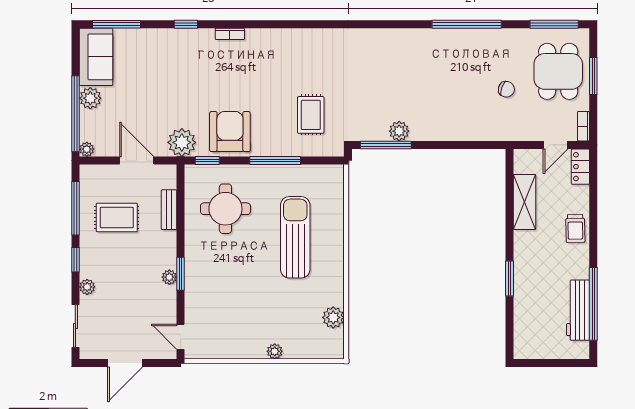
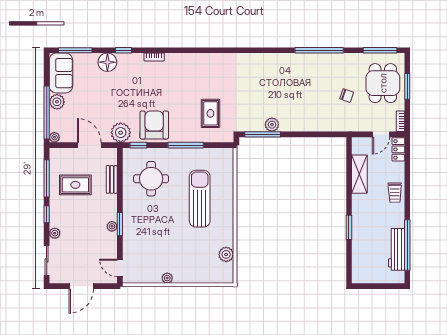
floor lamp: (163, 41) -> (107, 62), added
plant: (275, 351) -> (167, 278), moved

